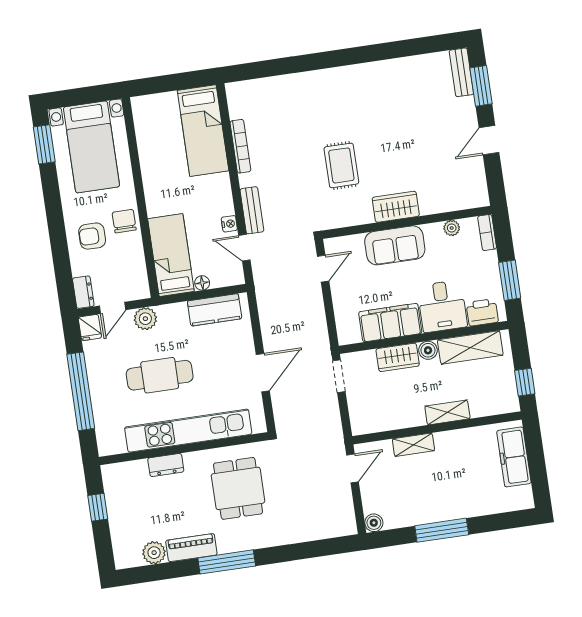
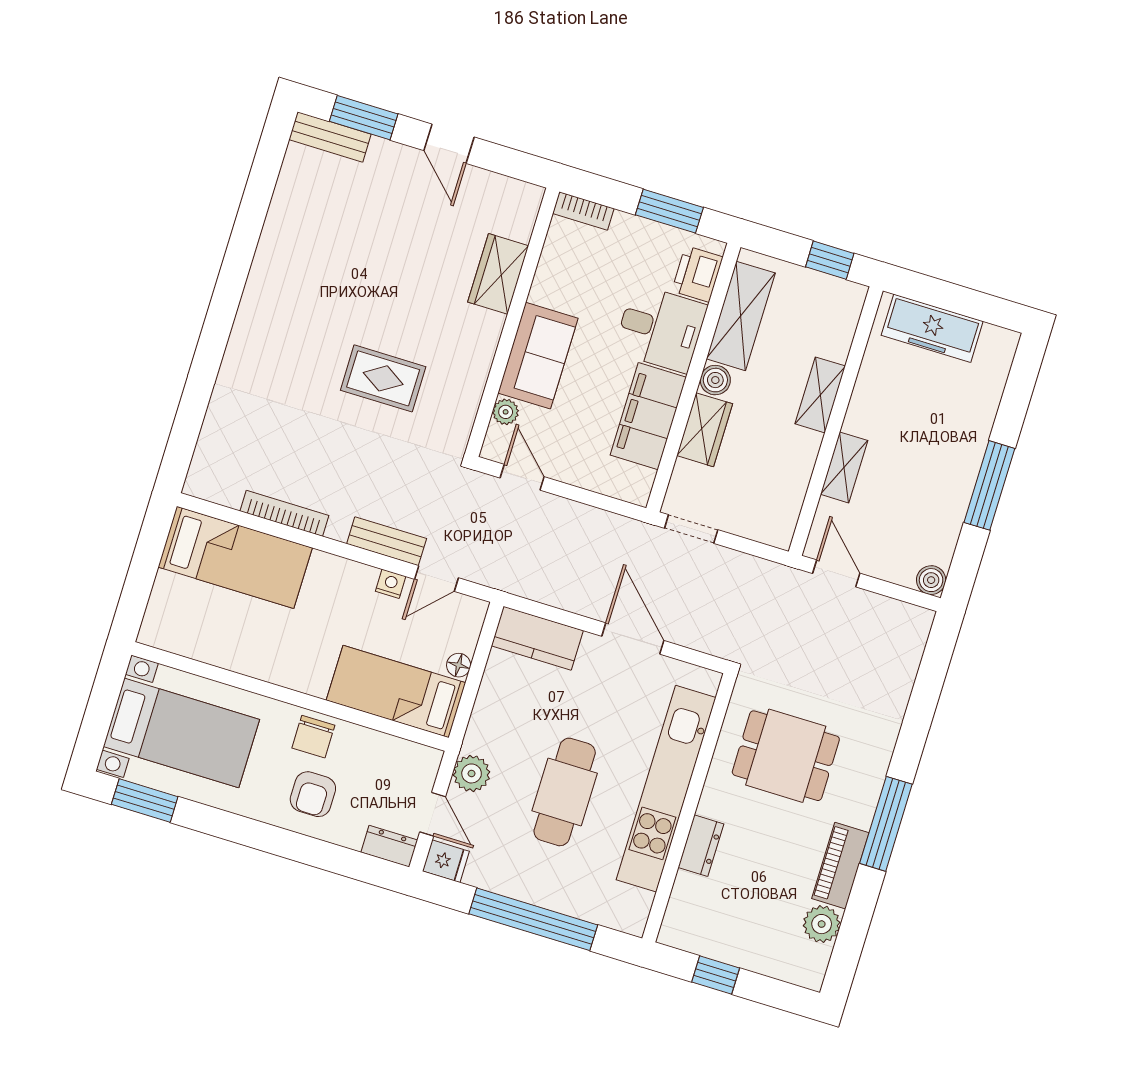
wardrobe: (396, 207) -> (498, 274), moved
chair: (124, 221) -> (313, 737), turned -90
plant: (452, 228) -> (506, 412), moved
kitchen counter: (215, 310) -> (537, 638), moved, turned 90

